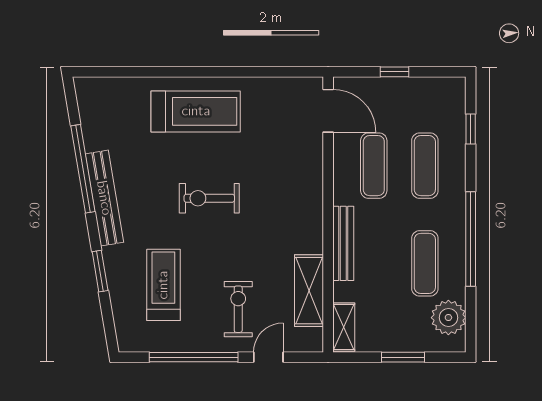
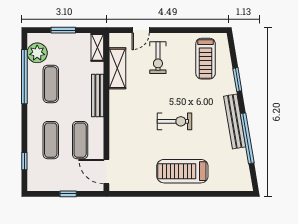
window: (471, 239) -> (24, 77), moved
treadmill: (163, 285) -> (206, 59), moved
window: (194, 357) -> (184, 30), removed

